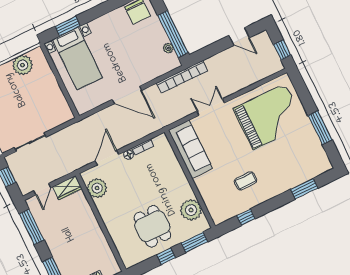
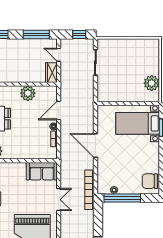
door: (127, 95) -> (95, 145), hinge flipped
sofa: (190, 149) -> (42, 171), width x0.73
door: (107, 158) -> (59, 110), swing flipped
plant: (97, 188) -> (28, 93), moved

